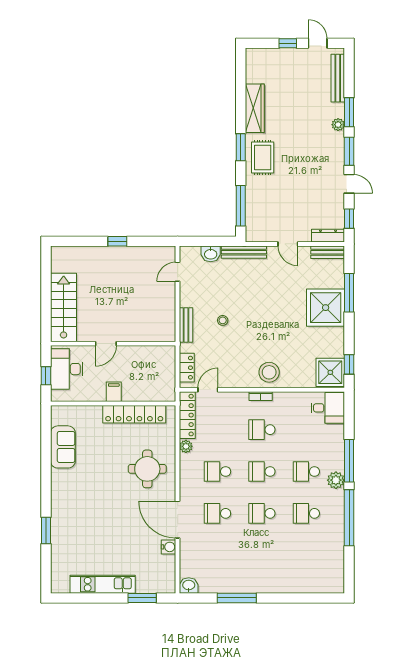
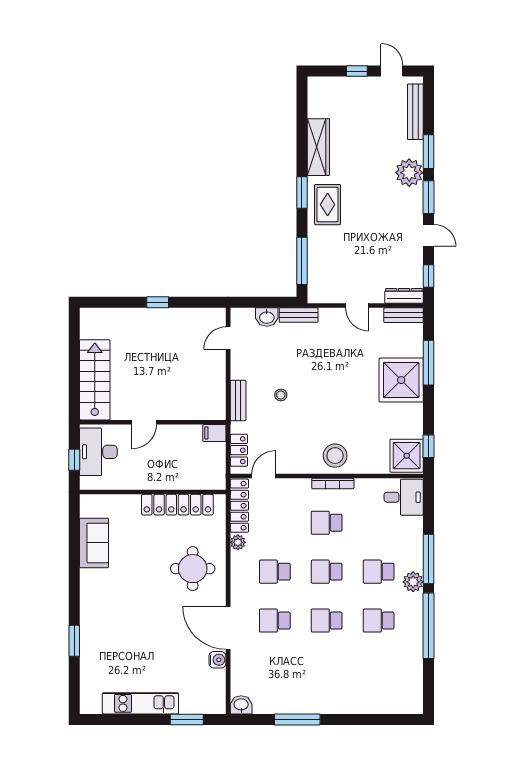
plant: (338, 125) -> (409, 173), width x1.88, depth x1.88
bench: (244, 252) -> (299, 315), width x0.73
filing cabinet: (114, 392) -> (214, 433), moved, turned -90
bookcase: (261, 396) -> (333, 483), width x1.56

